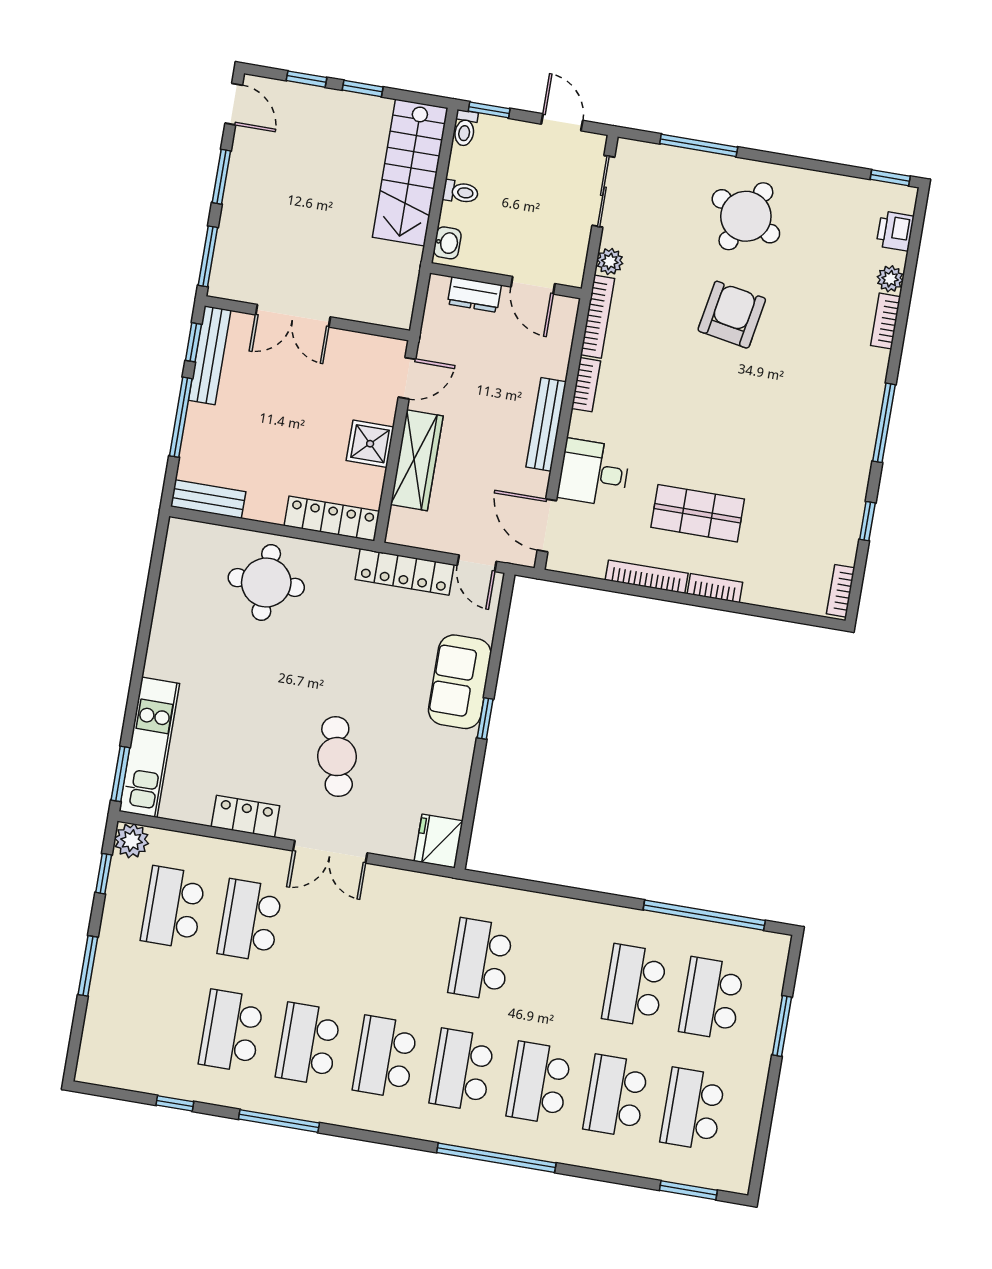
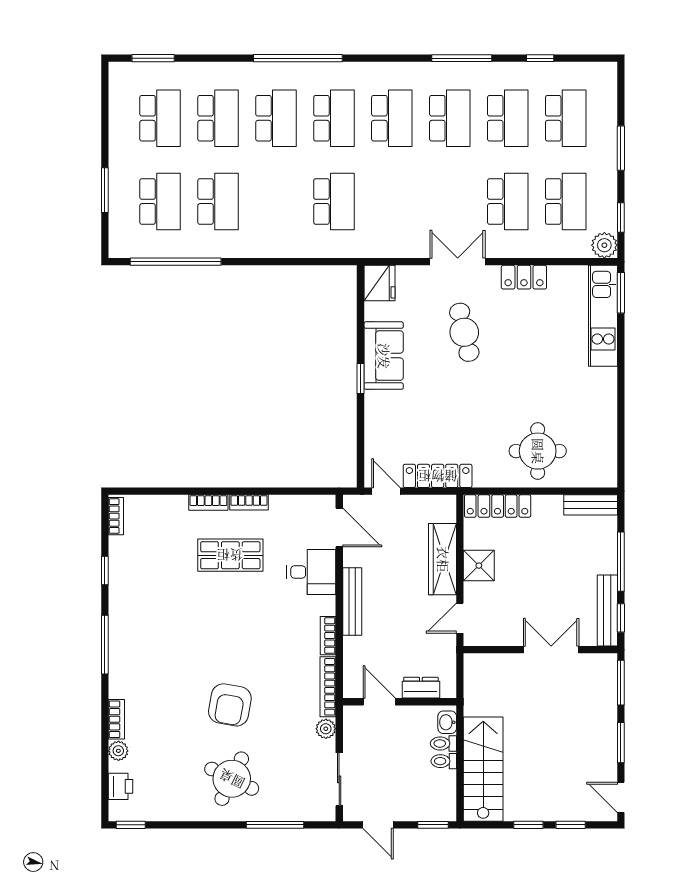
toilet: (465, 128) -> (443, 743), moved, turned -90
bookcase: (647, 577) -> (249, 502), width x0.64
sofa: (460, 682) -> (384, 356), moved
school desk: (154, 1018) -> (566, 118), added

